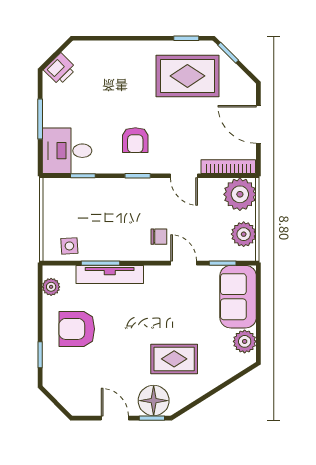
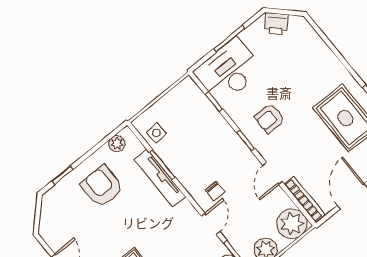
desk: (67, 151) -> (229, 71), width x1.37

